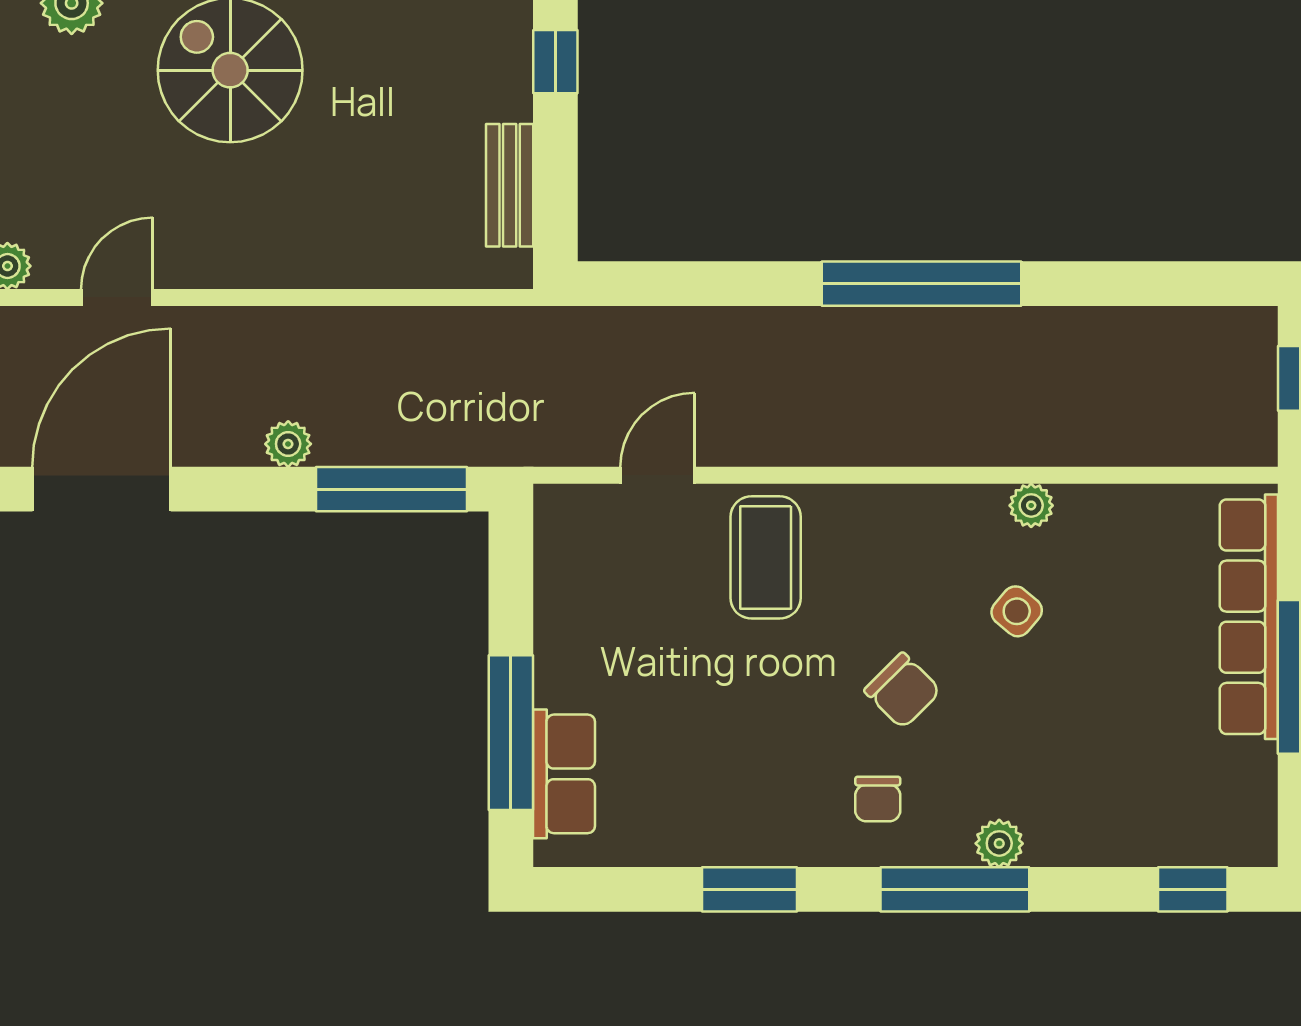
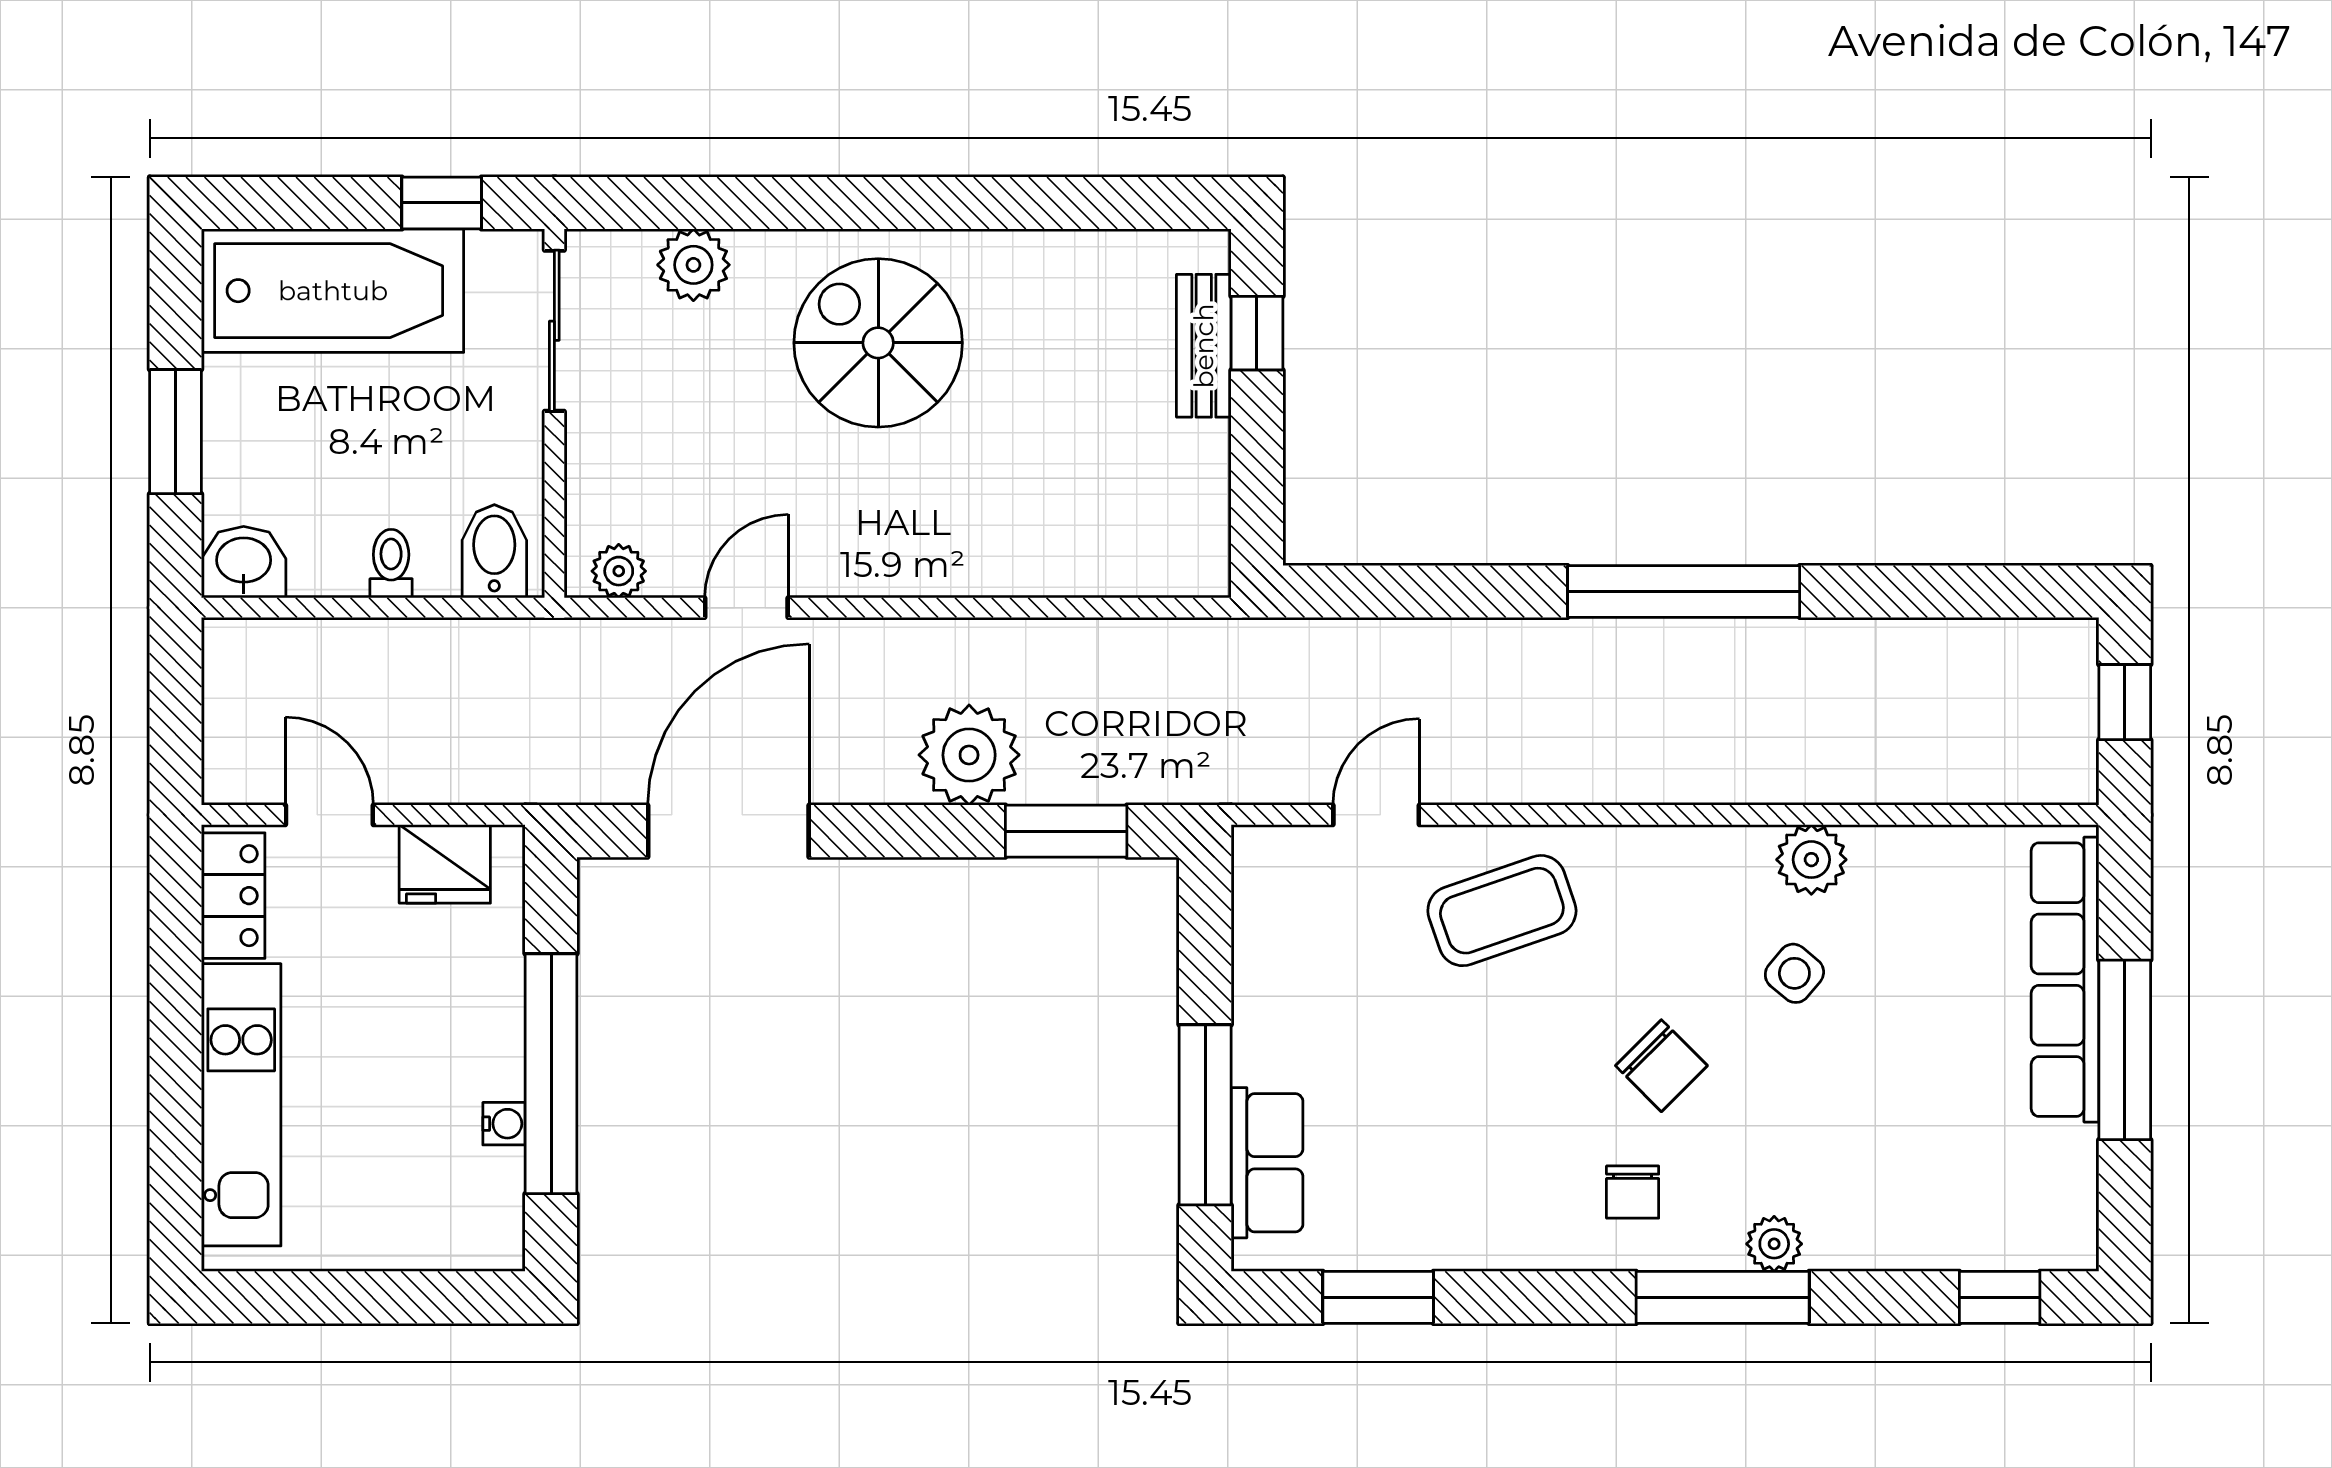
bench: (510, 185) -> (1204, 346), moved
plant: (288, 444) -> (969, 755), width x1.87, depth x1.87
window: (392, 489) -> (1066, 831), width x0.69
plant: (1031, 505) -> (1811, 860), width x1.38, depth x1.38
coffee table: (766, 557) -> (1502, 911), turned 71
window: (750, 889) -> (1378, 1297), moved

